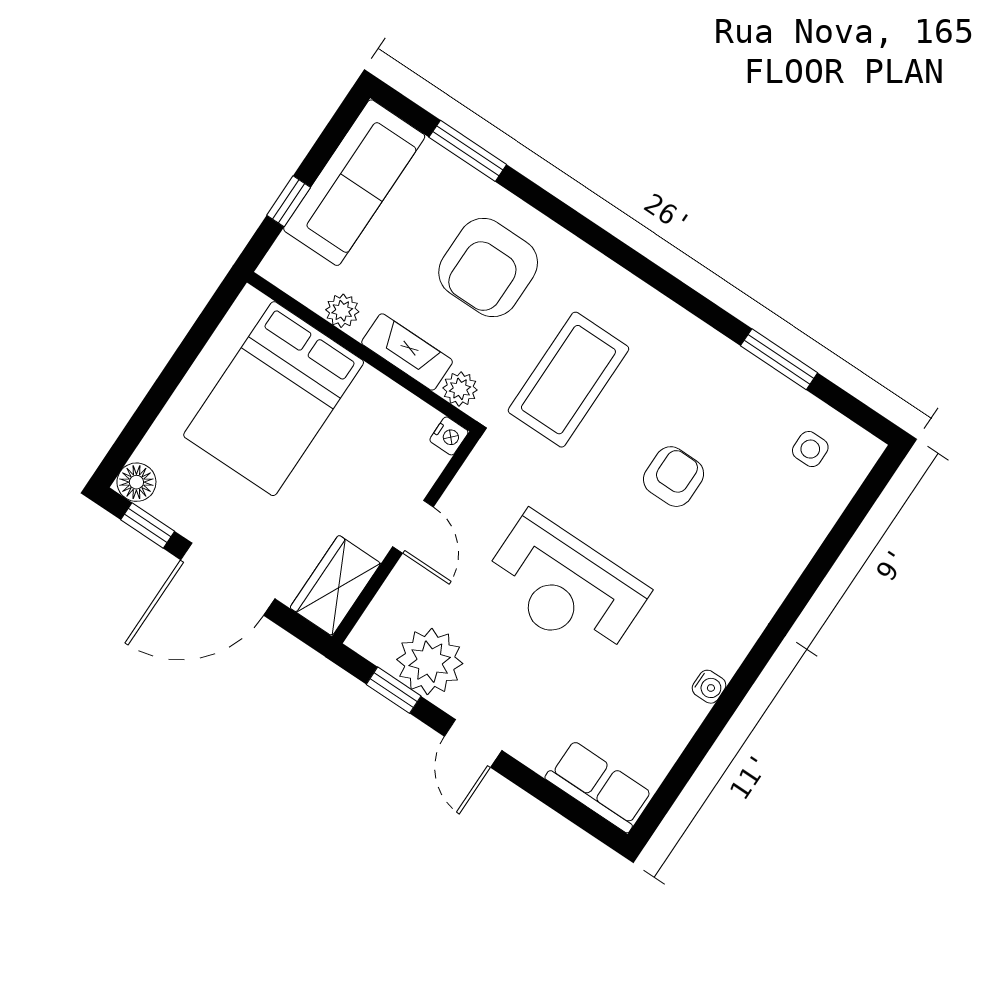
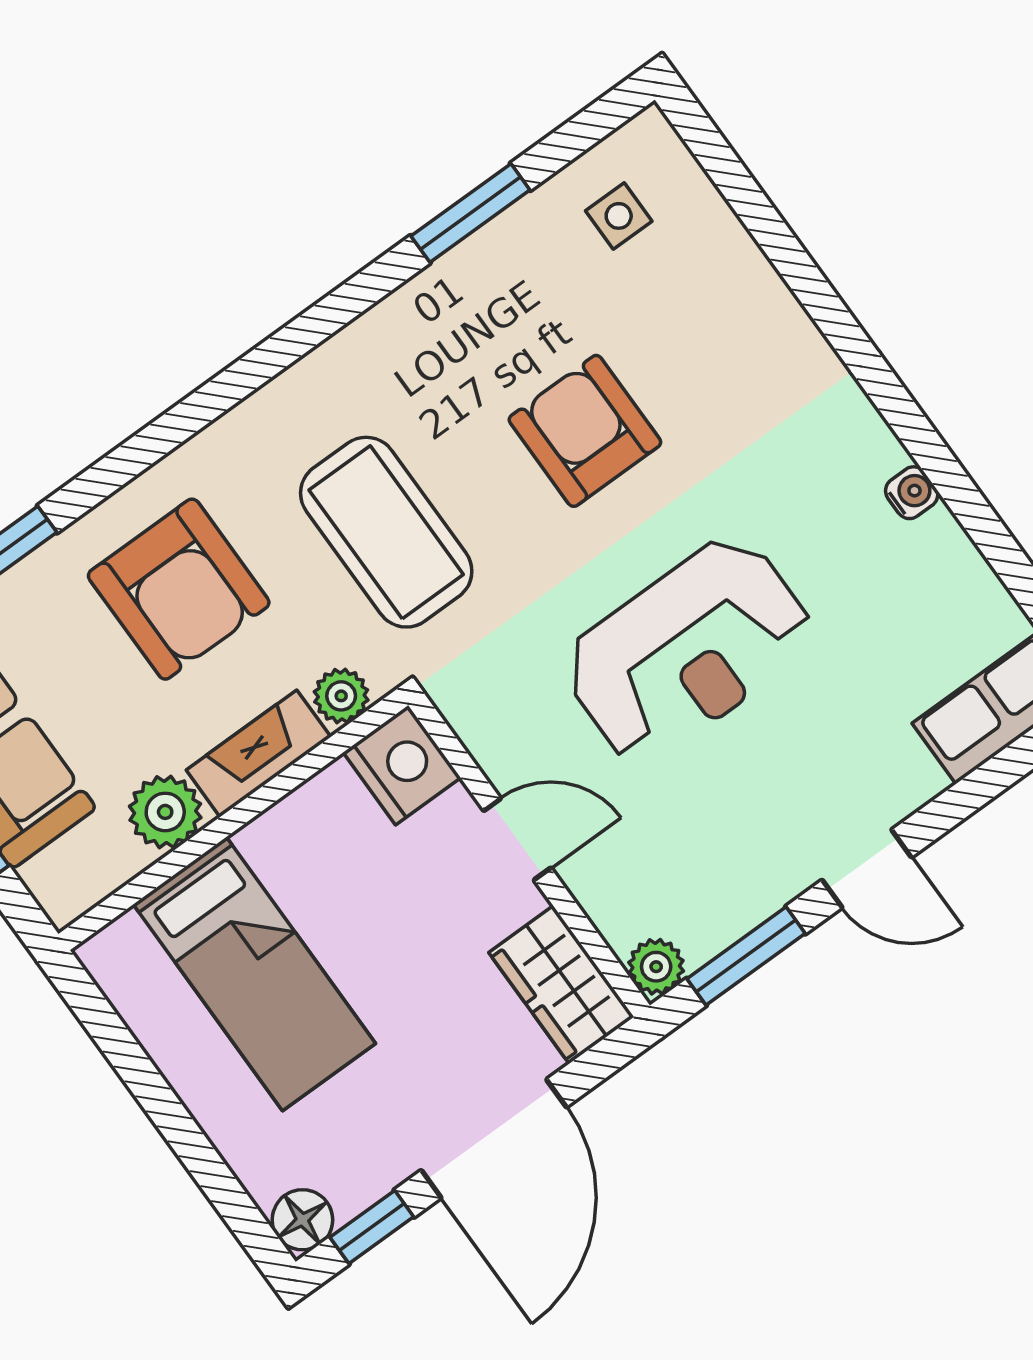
plant: (342, 311) -> (165, 812), width x1.38, depth x1.38
bed: (274, 399) -> (254, 974), width x0.67
nightstand: (449, 436) -> (402, 765), width x1.89, depth x1.79
armchair: (674, 477) -> (585, 431), width x1.38, depth x1.38
plant: (430, 662) -> (656, 967), moved, width x0.53, depth x0.53
window: (394, 690) -> (746, 956), width x1.50

